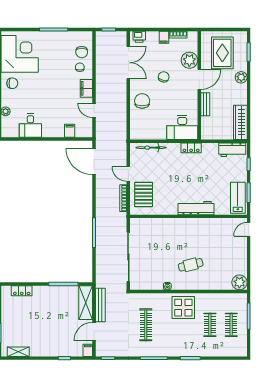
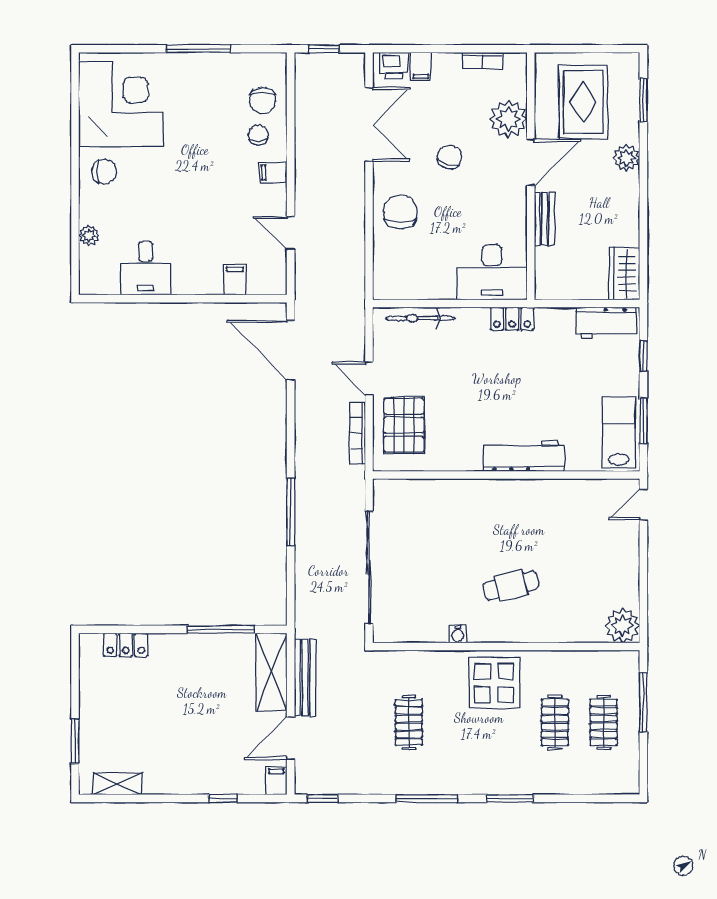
filing cabinet: (164, 37) -> (421, 67), moved
filing cabinet: (86, 88) -> (273, 173), width x0.50
wardrobe: (240, 122) -> (624, 274), width x0.67
clothes rail: (146, 325) -> (409, 722), width x0.73

